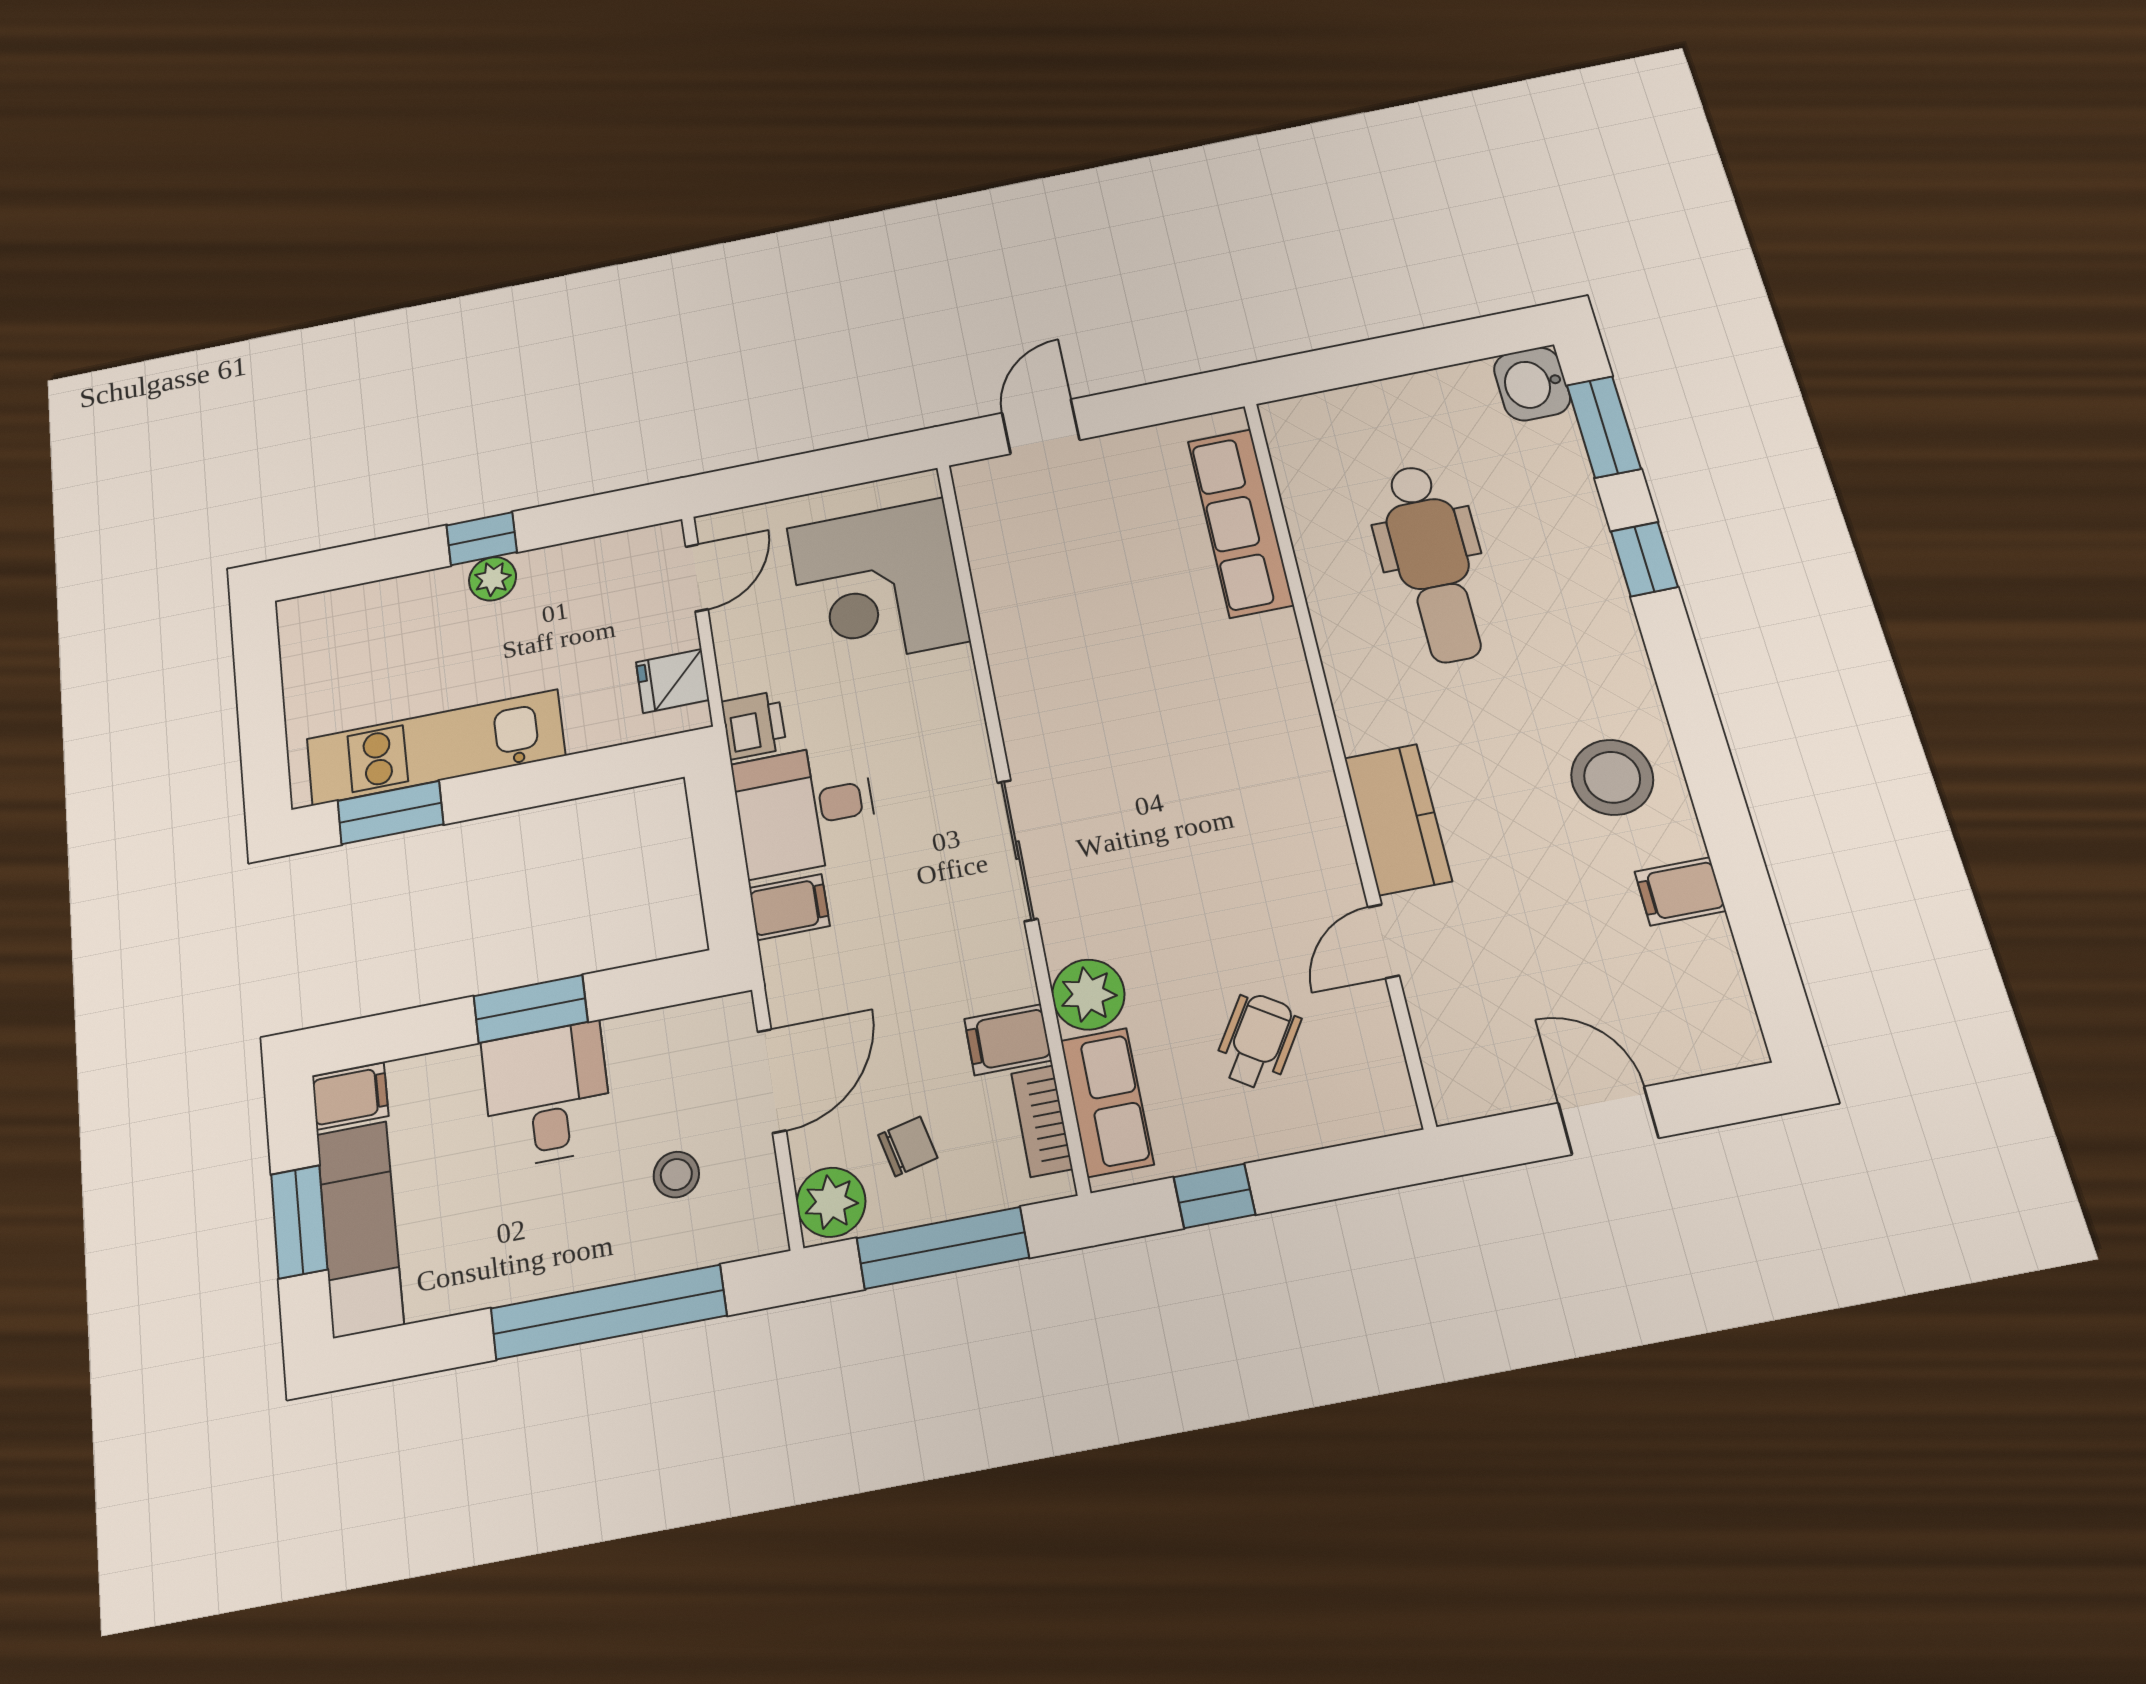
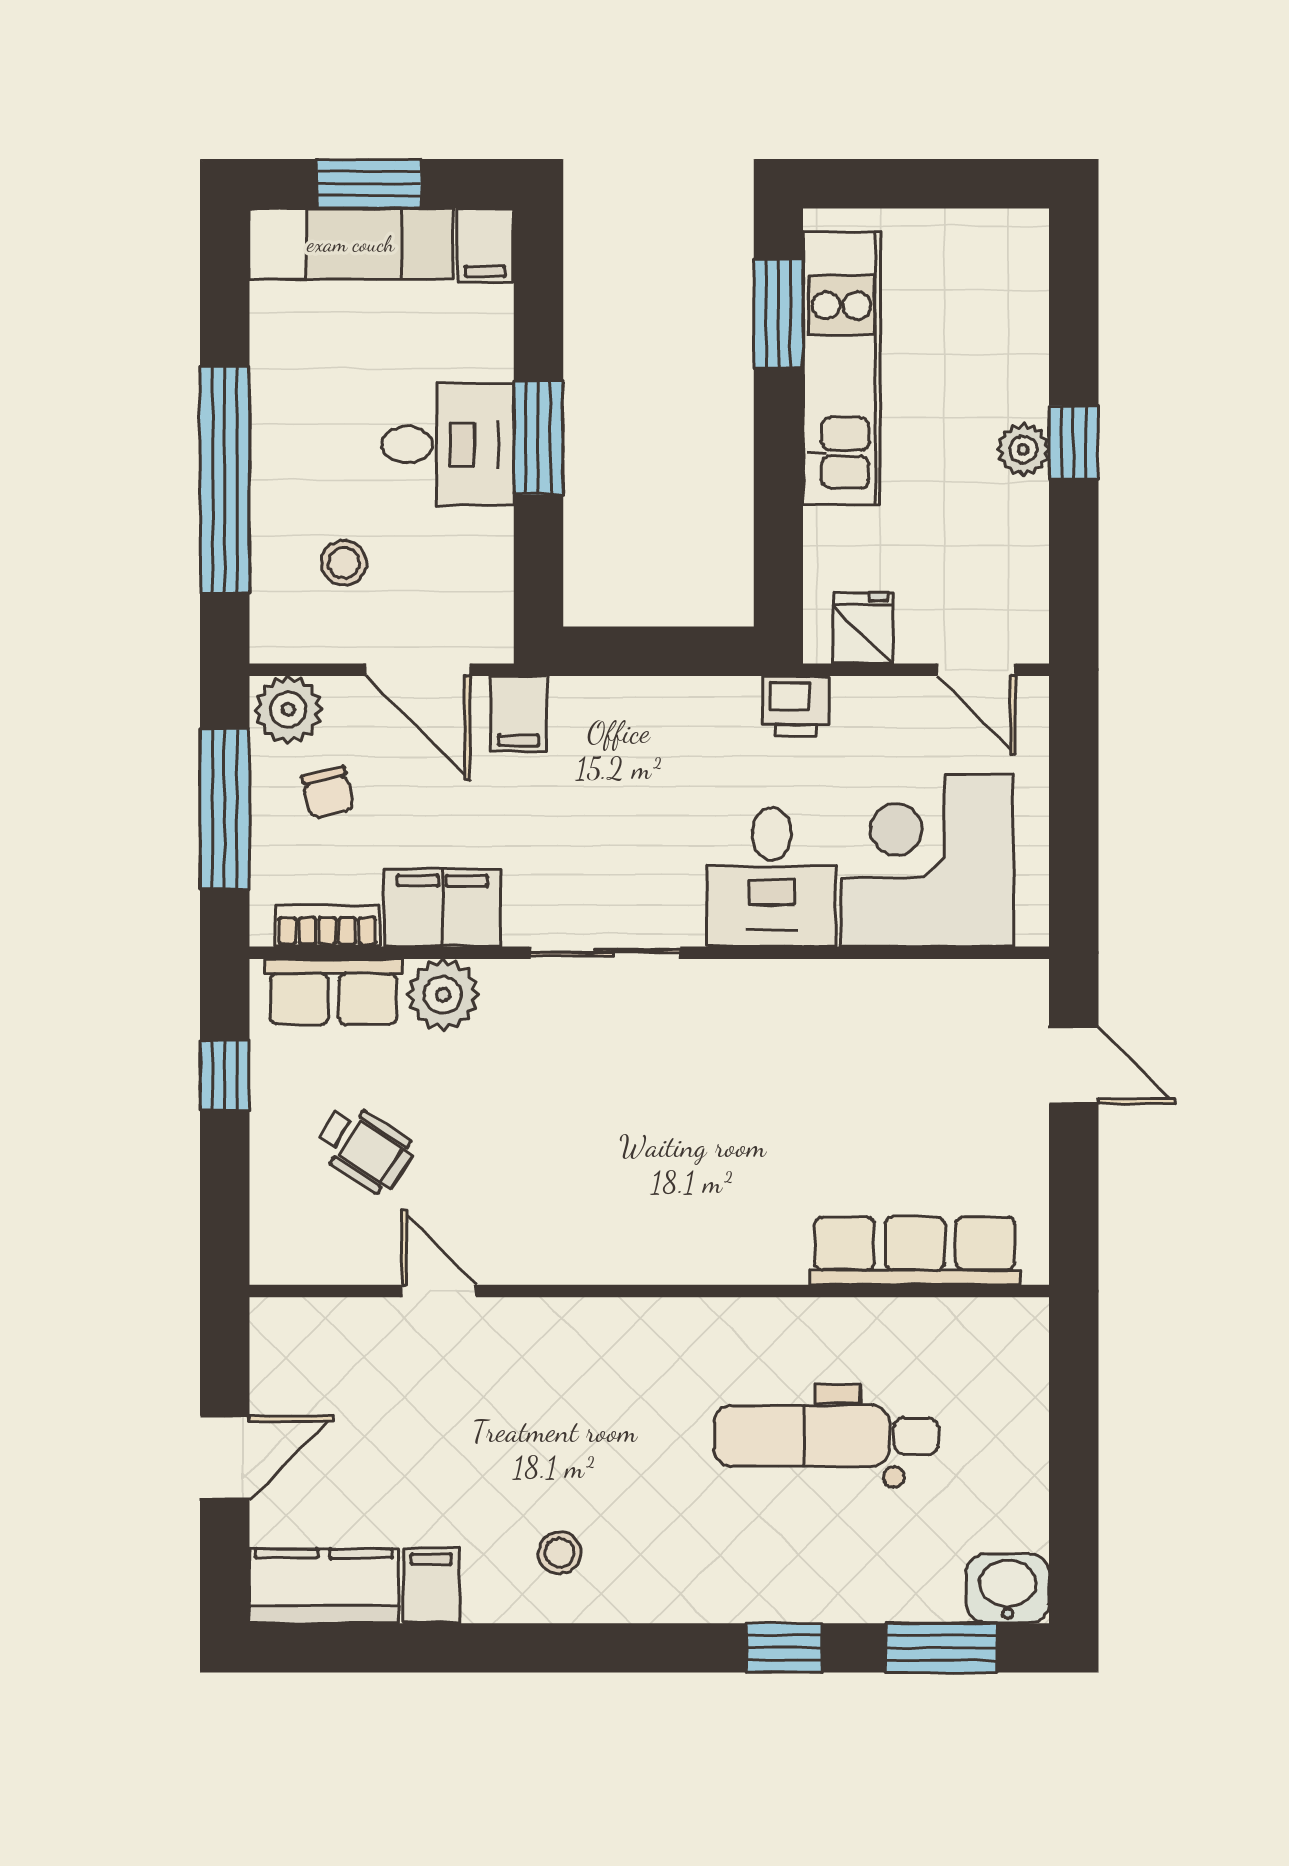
stool: (1612, 777) -> (560, 1553), width x0.53, depth x0.53
desk: (805, 809) -> (772, 877), moved, turned 180
kitchen counter: (1398, 819) -> (324, 1586), moved, turned 180
filing cabinet: (789, 907) -> (518, 714), moved
filing cabinet: (1008, 1040) -> (442, 908), width x2.00

